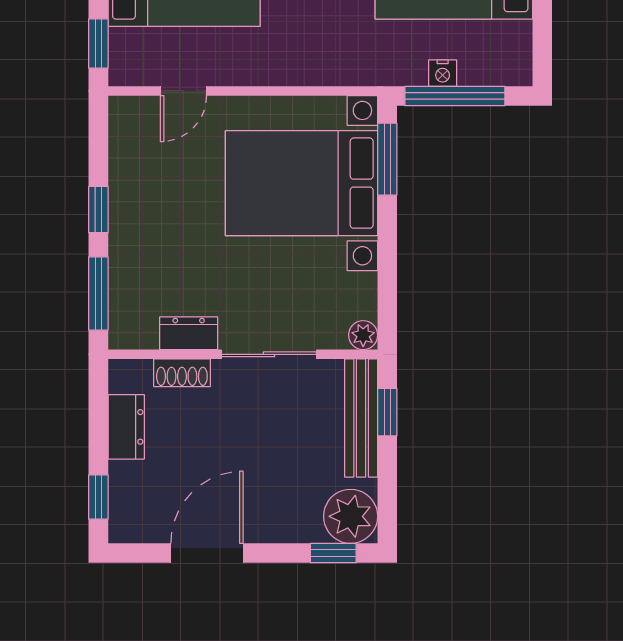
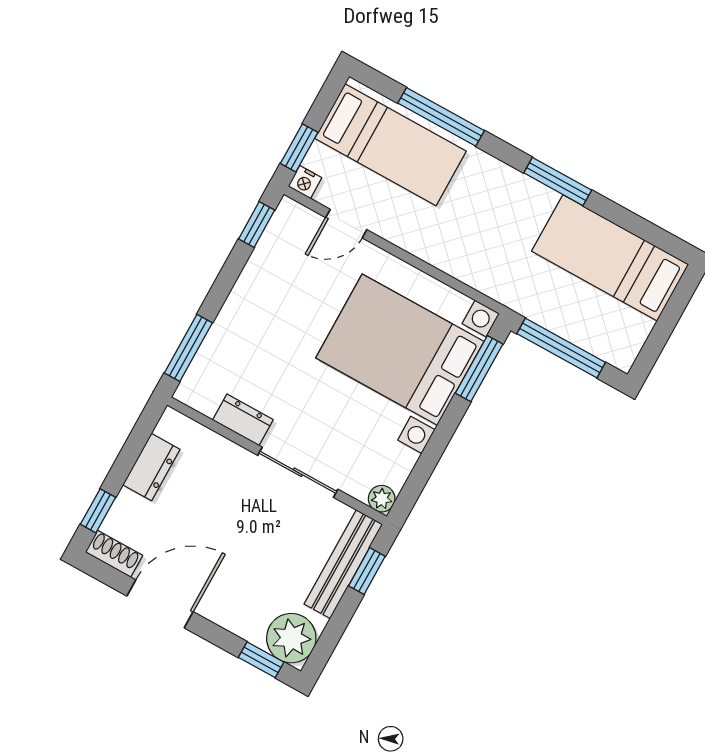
nightstand: (443, 73) -> (305, 182), moved
window: (98, 210) -> (257, 224), moved
shoe rack: (182, 373) -> (114, 554), moved, turned 180

